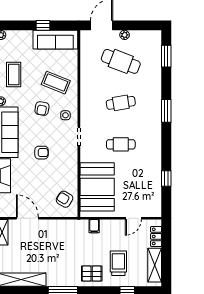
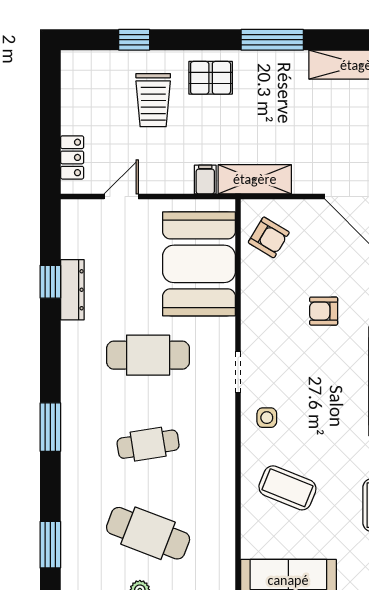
armchair: (42, 109) -> (317, 432), removed
cafe table: (121, 144) -> (148, 355), width x1.37, depth x1.35
armchair: (42, 153) -> (324, 311), moved
dresser: (156, 175) -> (72, 290), added
shelving: (155, 265) -> (255, 179), moved, turned 90

